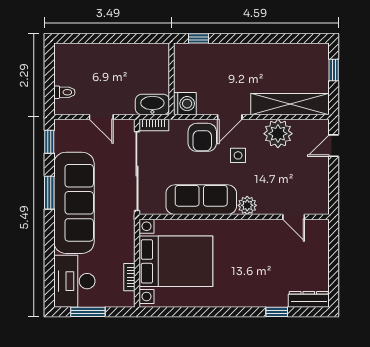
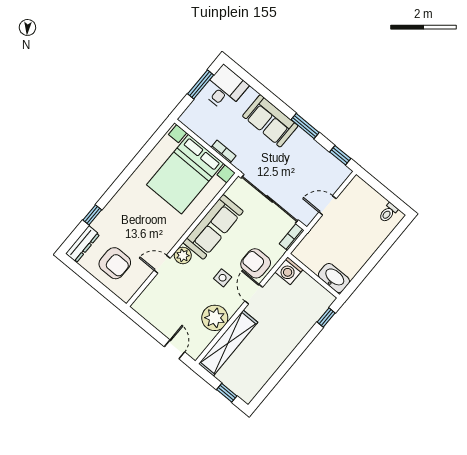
toilet: (64, 92) -> (388, 213), moved
washbasin: (152, 104) -> (334, 278), moved, turned -90
sofa: (74, 203) -> (270, 121), width x0.54, depth x0.79
door: (294, 217) -> (162, 264), moved
armchair: (302, 258) -> (115, 263), added
bookcase: (129, 277) -> (223, 152), moved
desk: (74, 281) -> (225, 89), width x0.73

